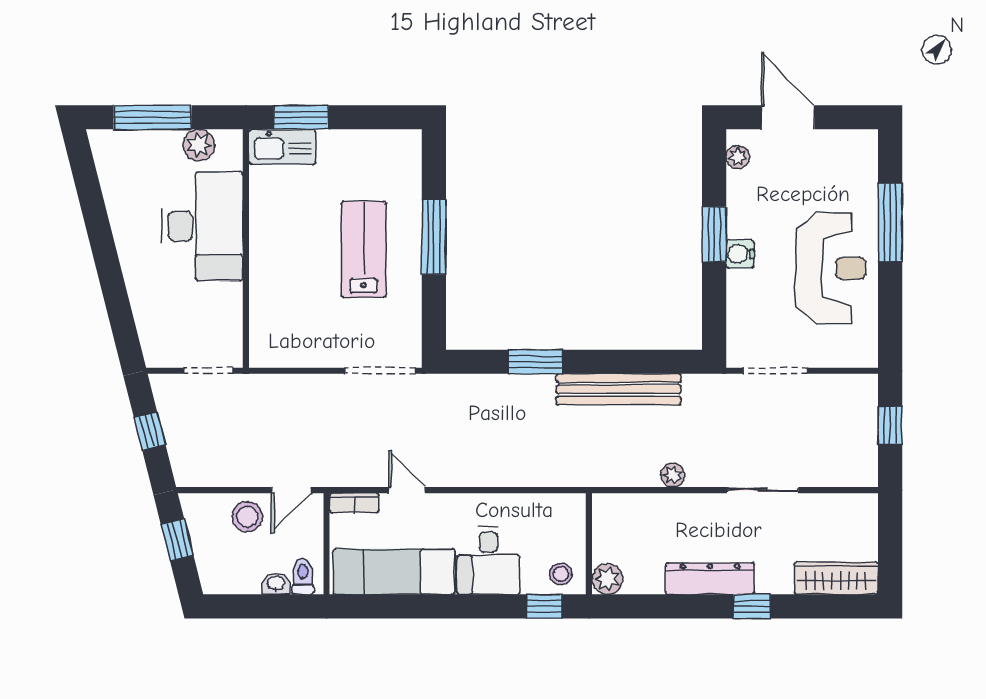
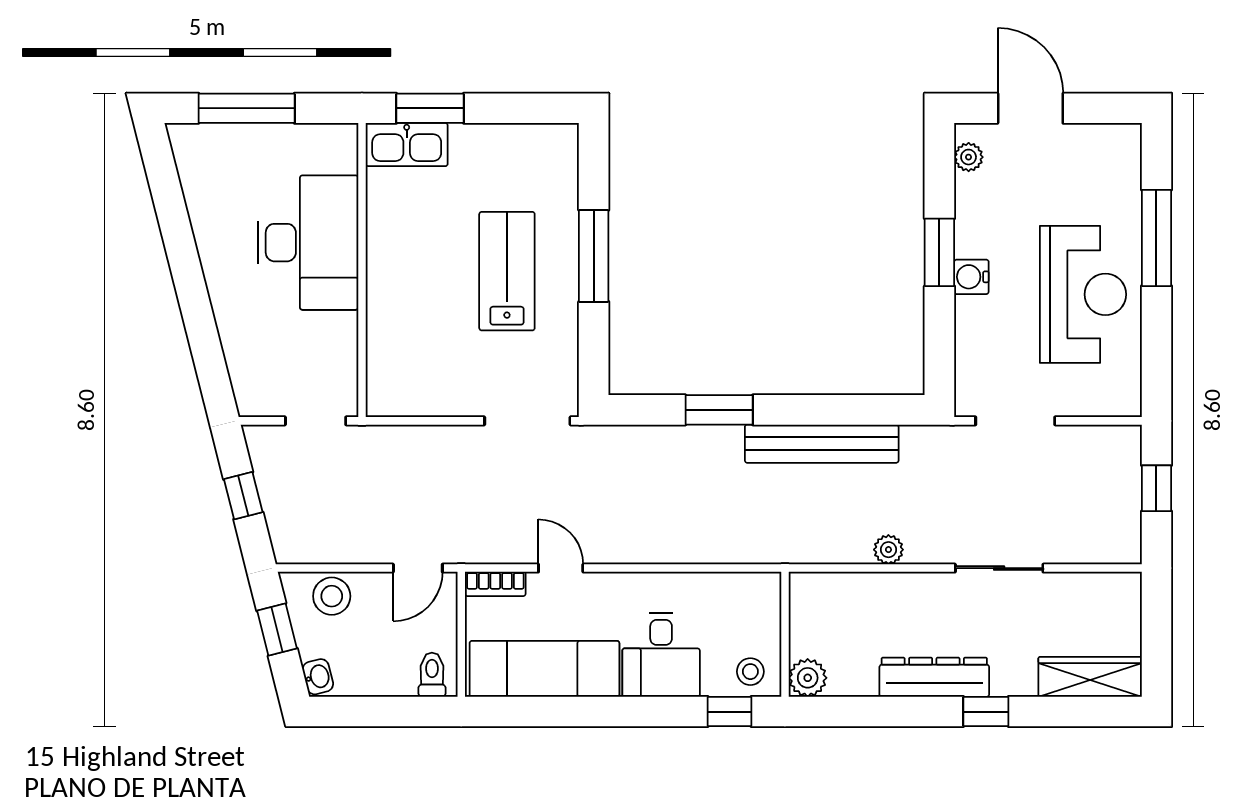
plant: (199, 145) -> (304, 142), removed
stool: (247, 517) -> (332, 596), moved
washbasin: (276, 584) -> (318, 677), moved, turned 76

